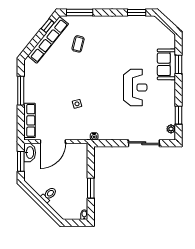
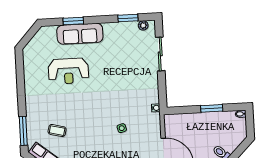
window: (137, 13) -> (20, 69), removed
sofa: (166, 64) -> (80, 34), width x1.36
reception desk: (135, 87) -> (68, 71), moved, turned 180

